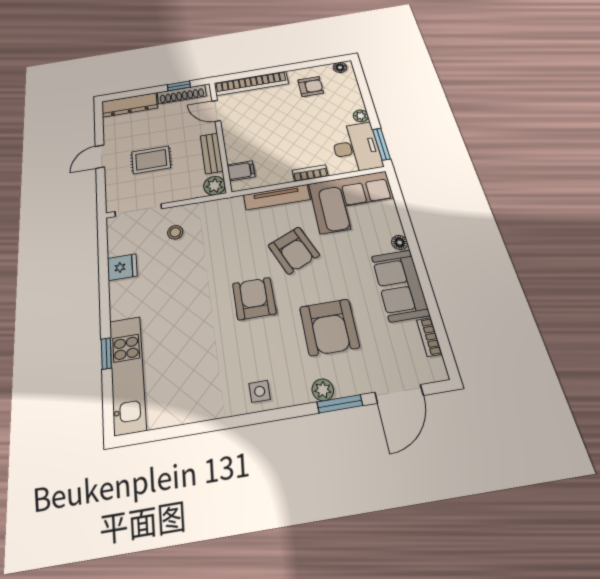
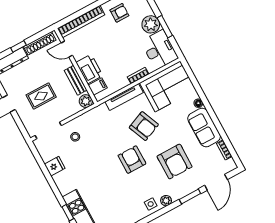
window: (179, 86) -> (18, 46), moved
plant: (361, 116) -> (151, 24), width x1.87, depth x1.87
printer: (238, 144) -> (89, 69), added
window: (381, 144) -> (165, 27), moved
plant: (323, 390) -> (166, 201), moved

